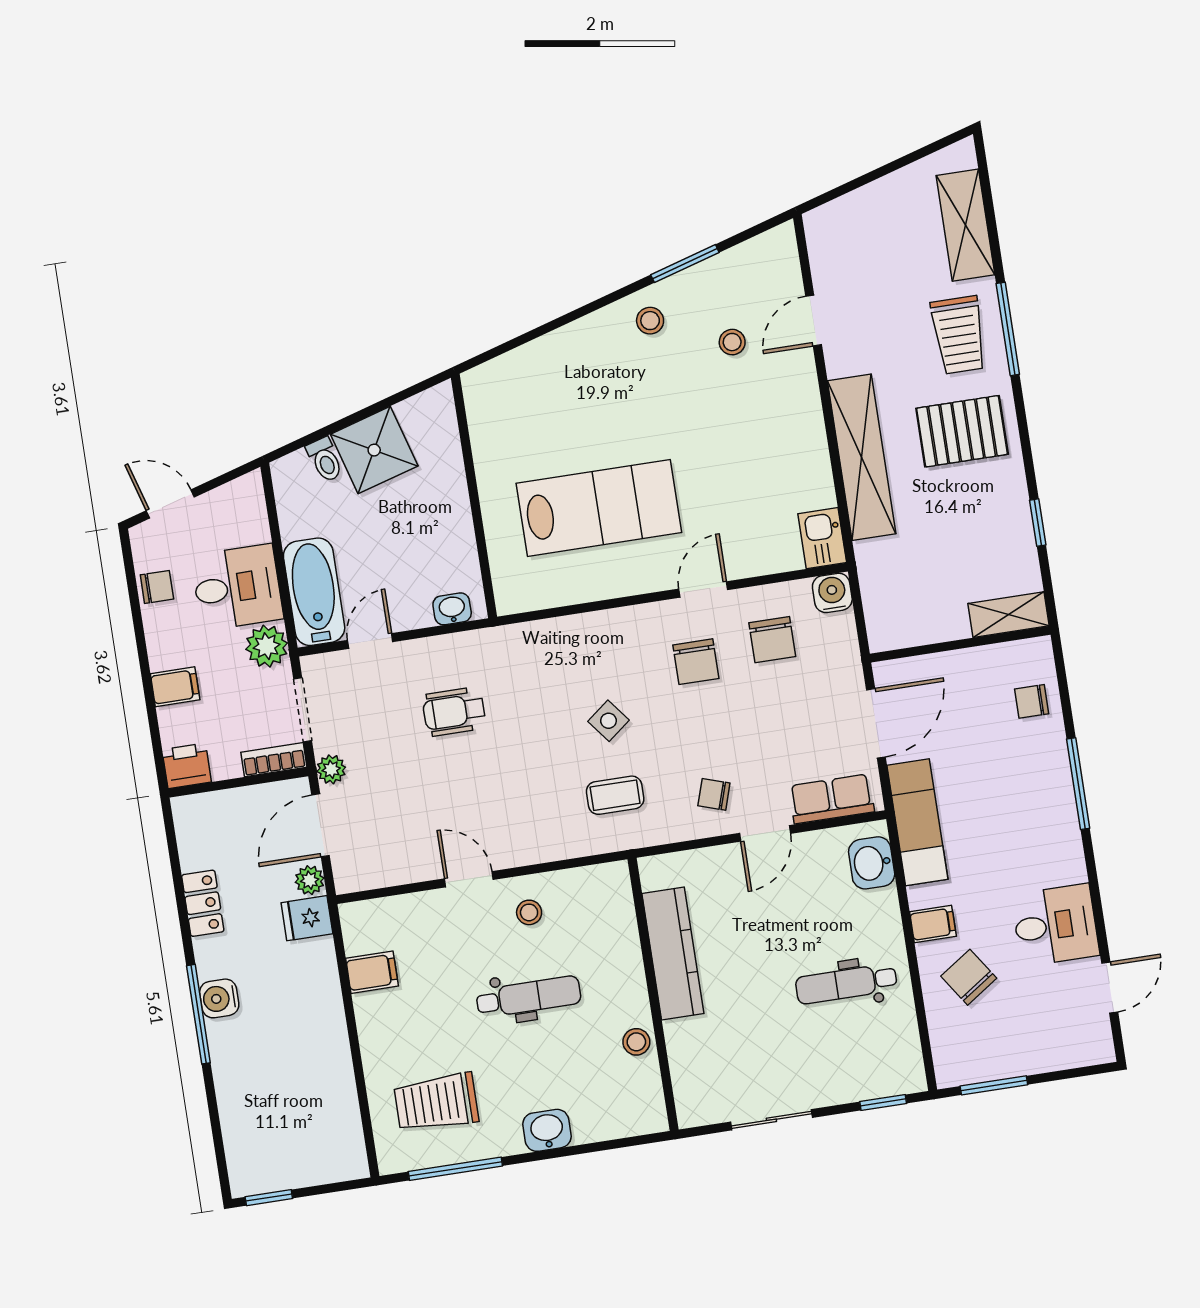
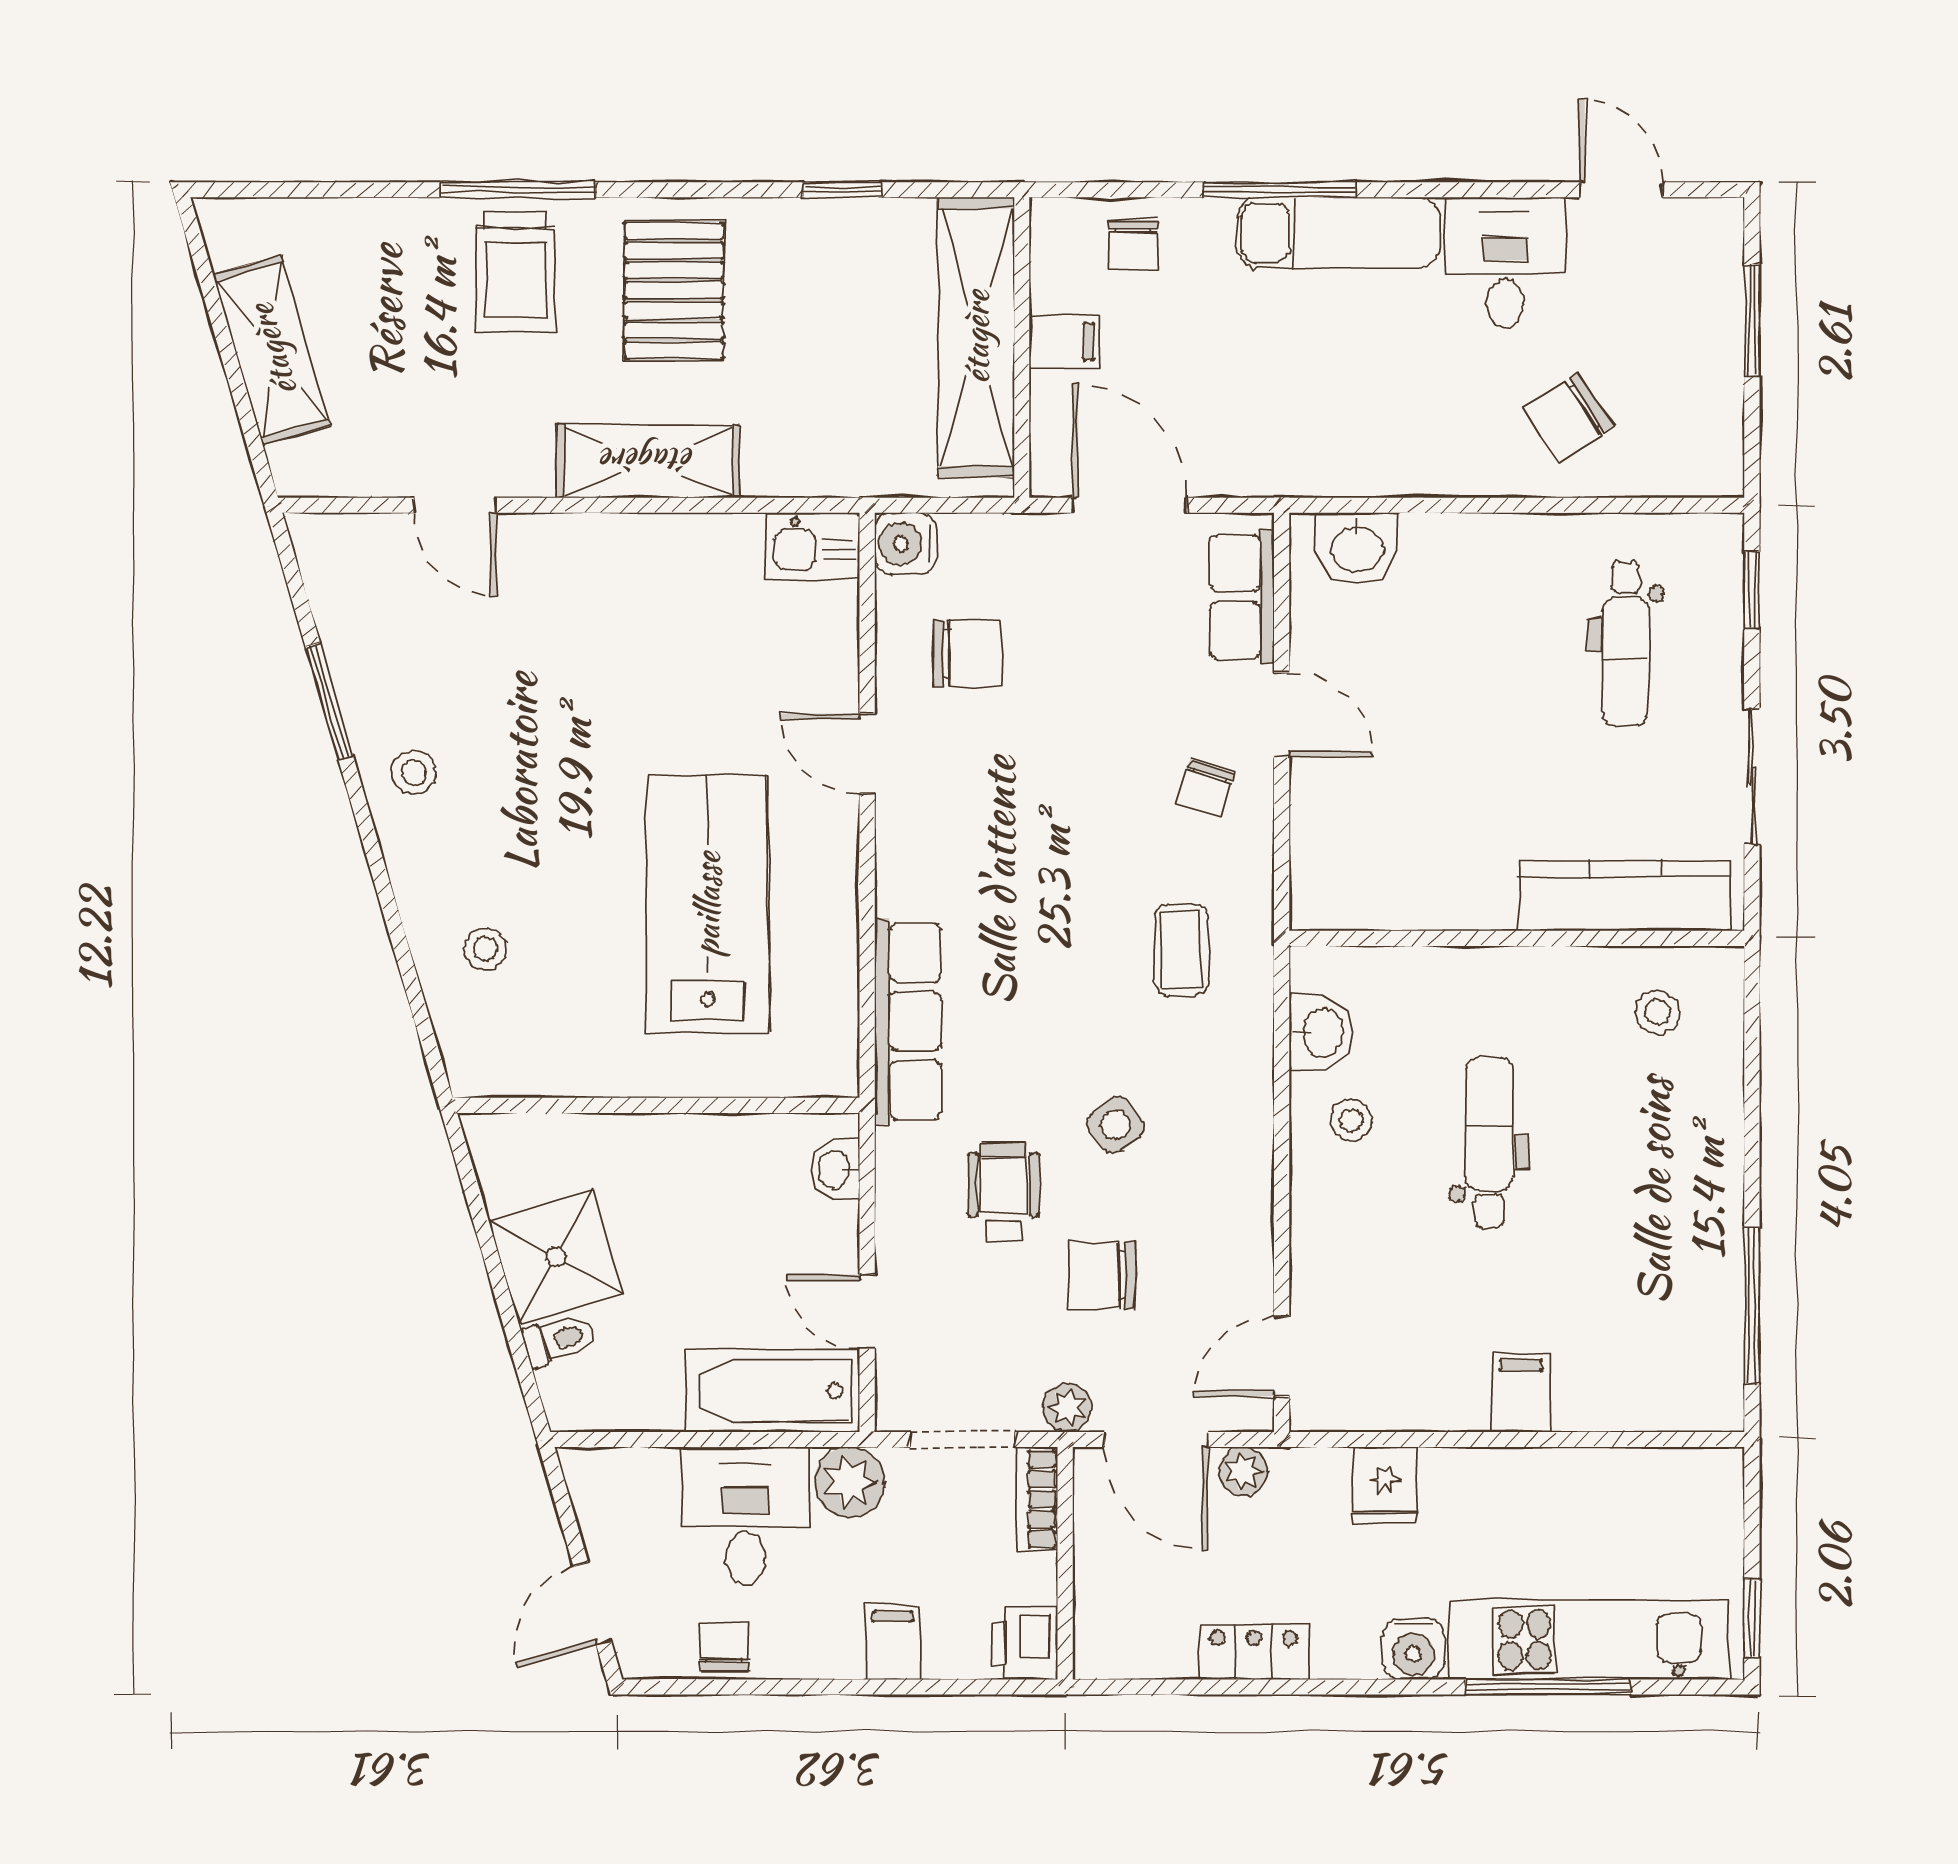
shelving: (965, 225) -> (272, 350), moved, turned 74
trolley: (959, 335) -> (516, 271), turned 90
stool: (732, 342) -> (485, 949), moved
shelving: (862, 457) -> (648, 461), width x0.68
shelving: (1009, 615) -> (976, 337), width x2.20, depth x1.33
row of seats: (547, 639) -> (908, 1021), added
chair: (696, 662) -> (1102, 1275), moved, turned 180
wheelchair: (454, 712) -> (1004, 1192), turned 180
side table: (609, 721) -> (1116, 1125), moved
exam couch: (917, 822) -> (1338, 233), moved, turned 180
door: (469, 879) -> (1282, 1356), moved
fridge: (307, 918) -> (1385, 1485), moved
filing cabinet: (933, 924) -> (1064, 341), moved, turned 90
kitchen counter: (673, 953) -> (1625, 896), moved
filing cabinet: (372, 972) -> (1521, 1393), moved
dental chair: (846, 984) -> (1626, 643), moved
window: (198, 1014) -> (1548, 1687), moved
stool: (636, 1042) -> (1658, 1012), moved
window: (994, 1085) -> (1752, 320), moved
kitchen unit: (241, 1102) -> (1589, 1640), added
trolley: (436, 1102) -> (1639, 1320), removed
washbasin: (547, 1130) -> (1321, 1032), moved, turned 180

